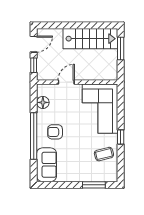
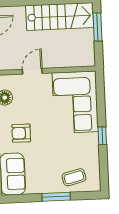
coffee table: (104, 154) -> (74, 177), moved
window: (94, 185) -> (56, 197), moved

